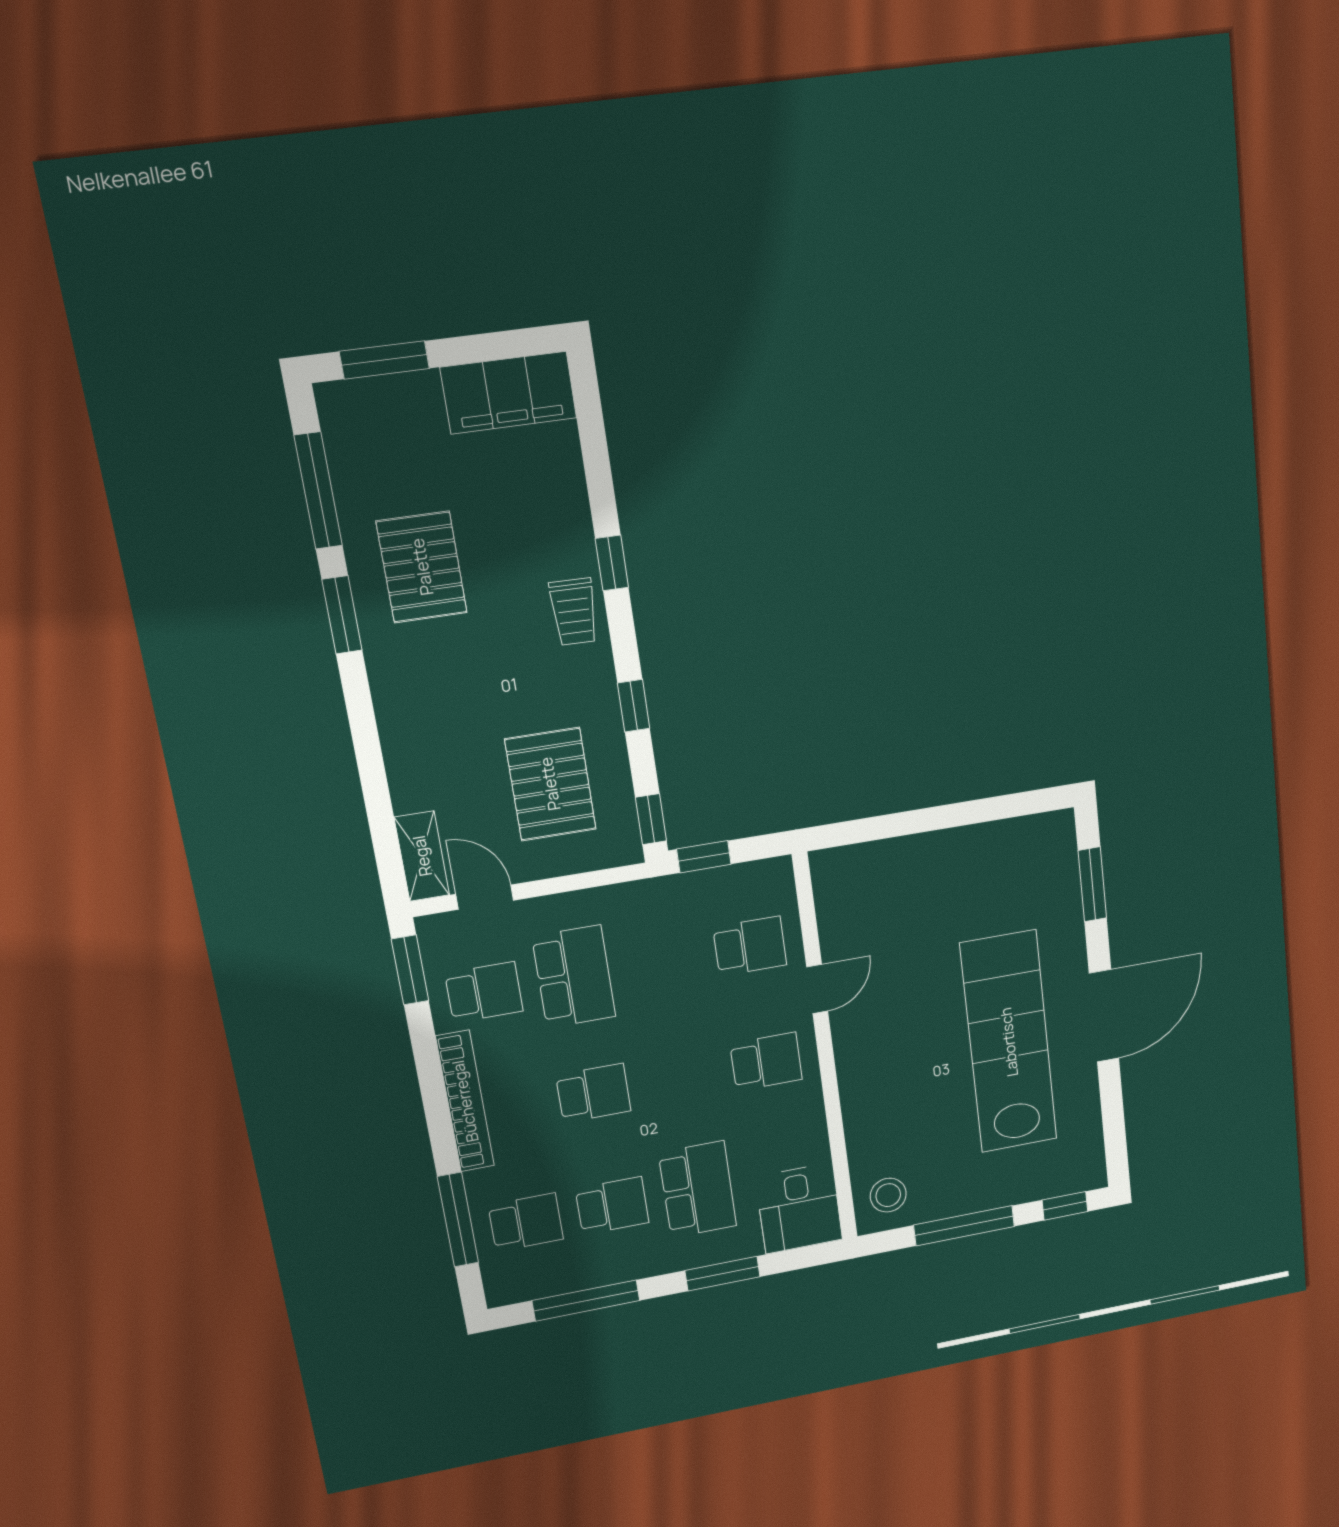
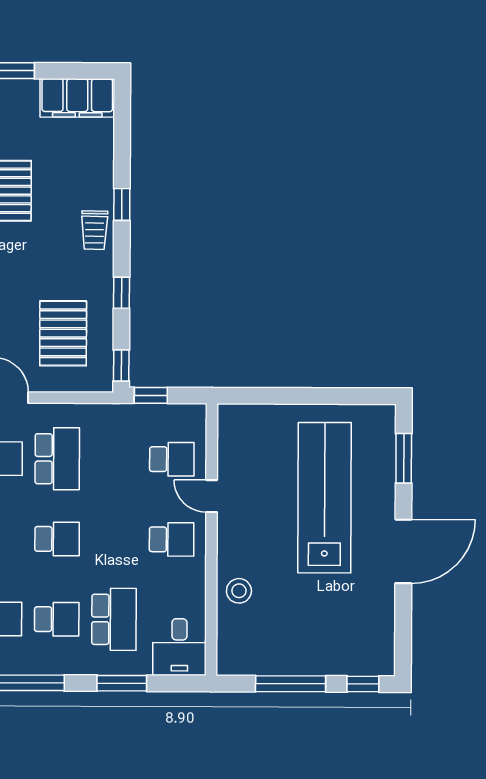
door: (817, 989) -> (212, 496), swing flipped
lab bench: (1009, 1042) -> (324, 498), moved
stool: (888, 1195) -> (239, 591), moved

